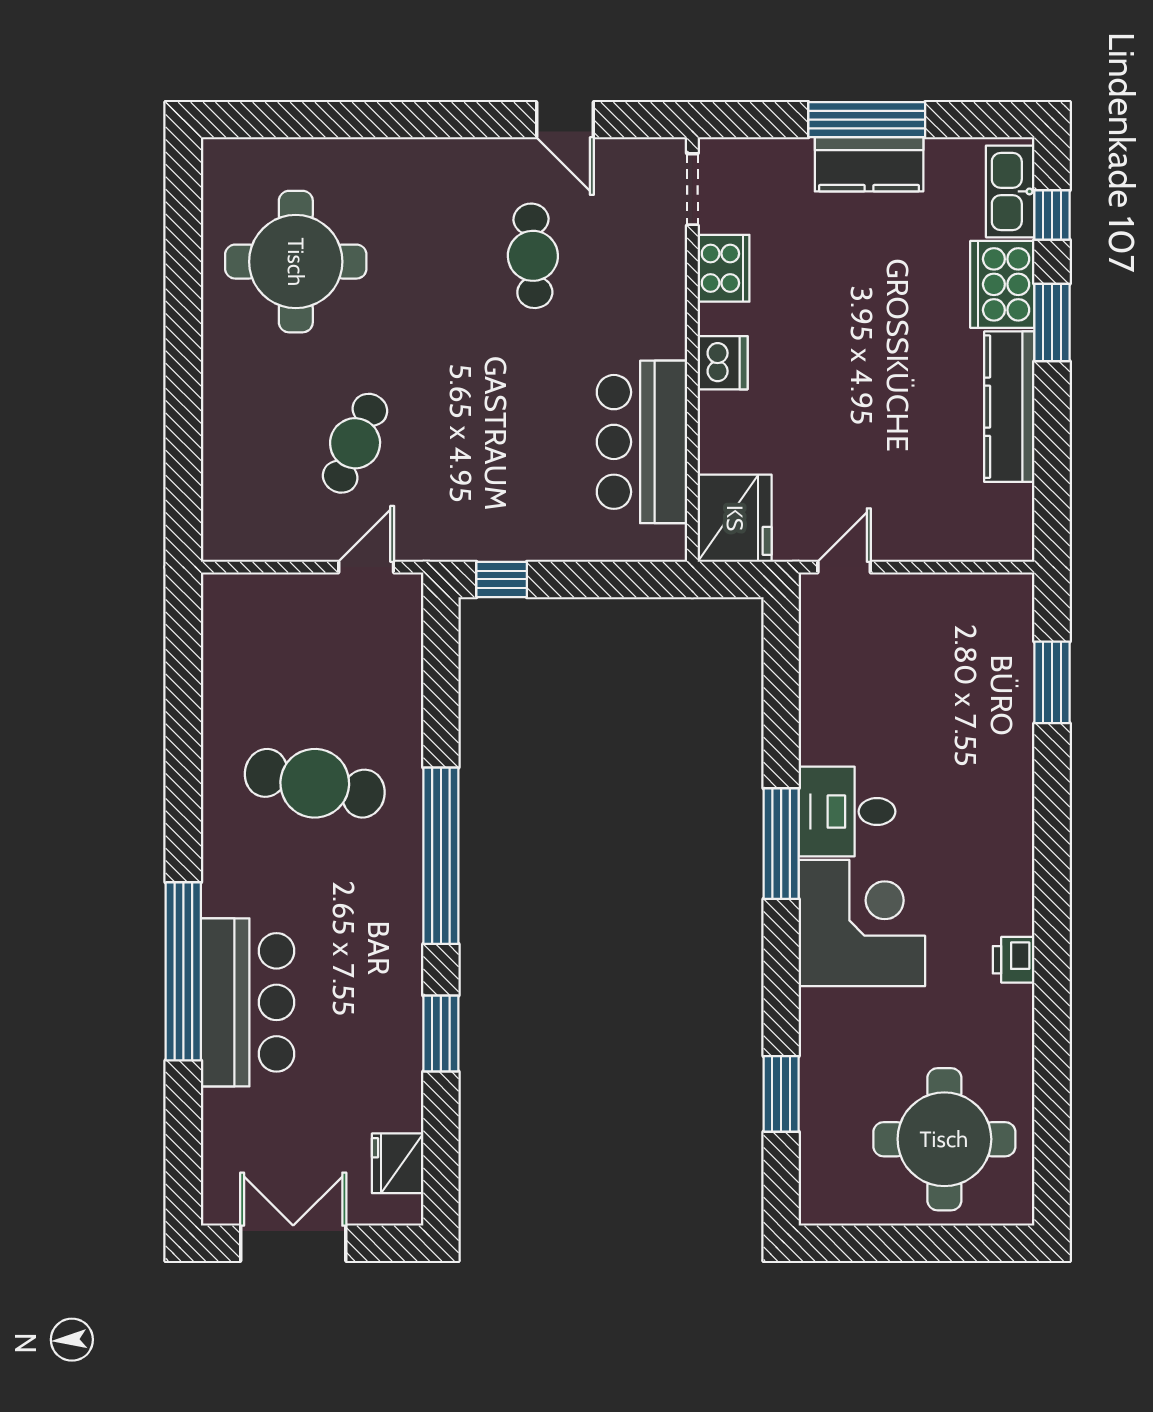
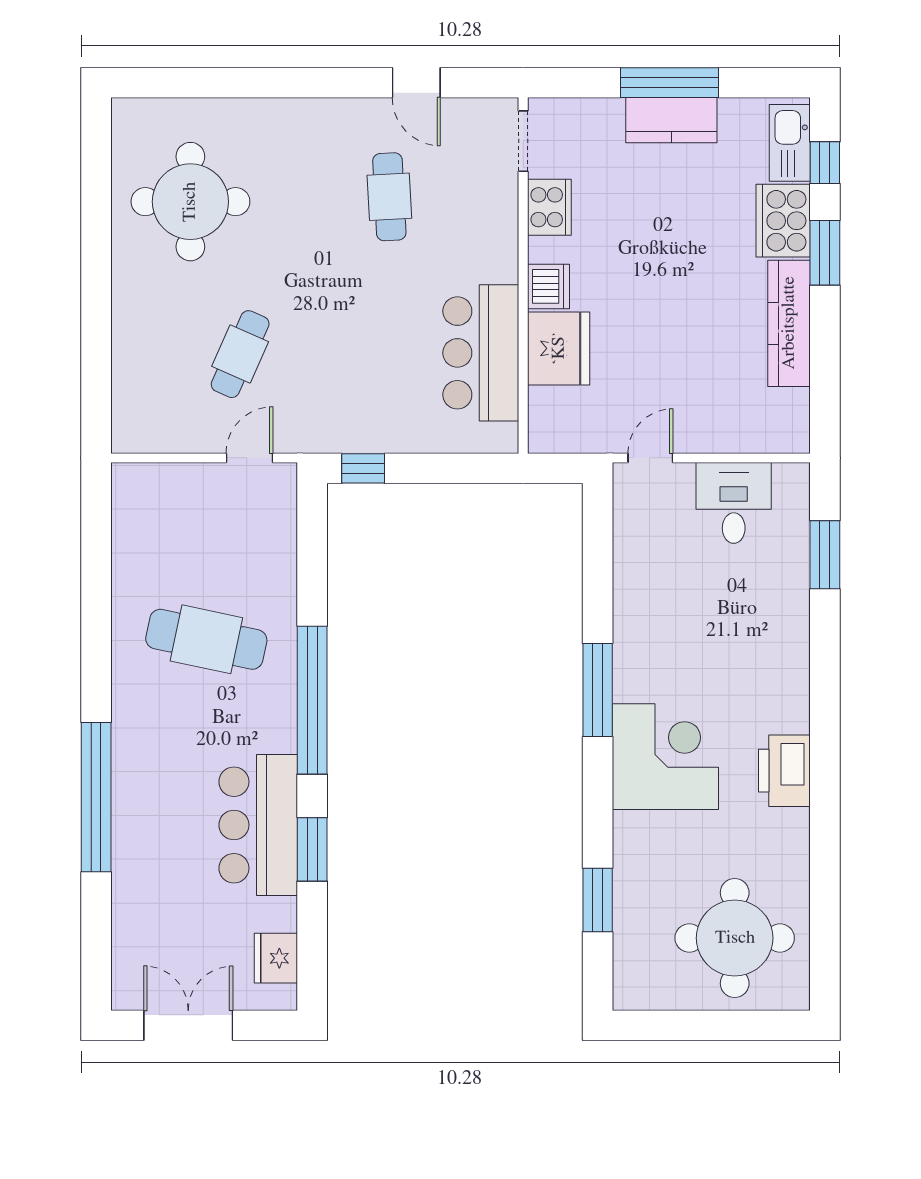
fridge: (735, 518) -> (559, 348), moved
desk: (847, 812) -> (734, 503), moved, turned 90
printer: (1014, 960) -> (784, 771), width x1.87, depth x1.48
bar counter: (248, 1002) -> (258, 825), moved, turned 180

